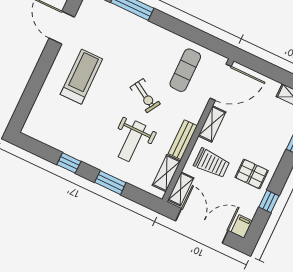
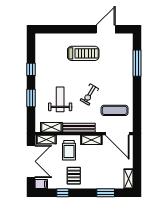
bench: (183, 140) -> (79, 128), width x1.36
weight bench: (132, 141) -> (60, 99), turned 90

